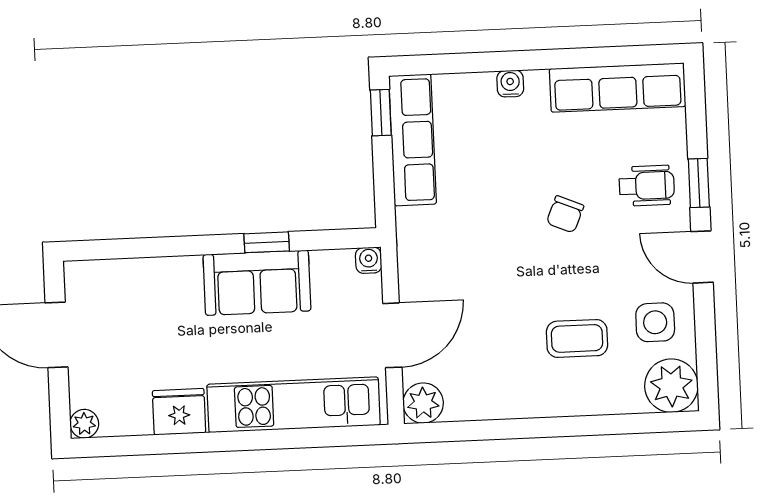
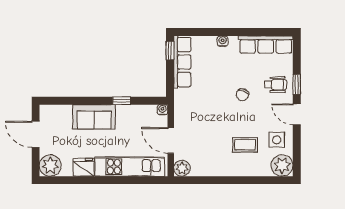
sofa: (257, 283) -> (94, 117), moved
door: (392, 335) -> (171, 140), swing flipped
plant: (84, 424) -> (50, 165), width x1.88, depth x1.88

